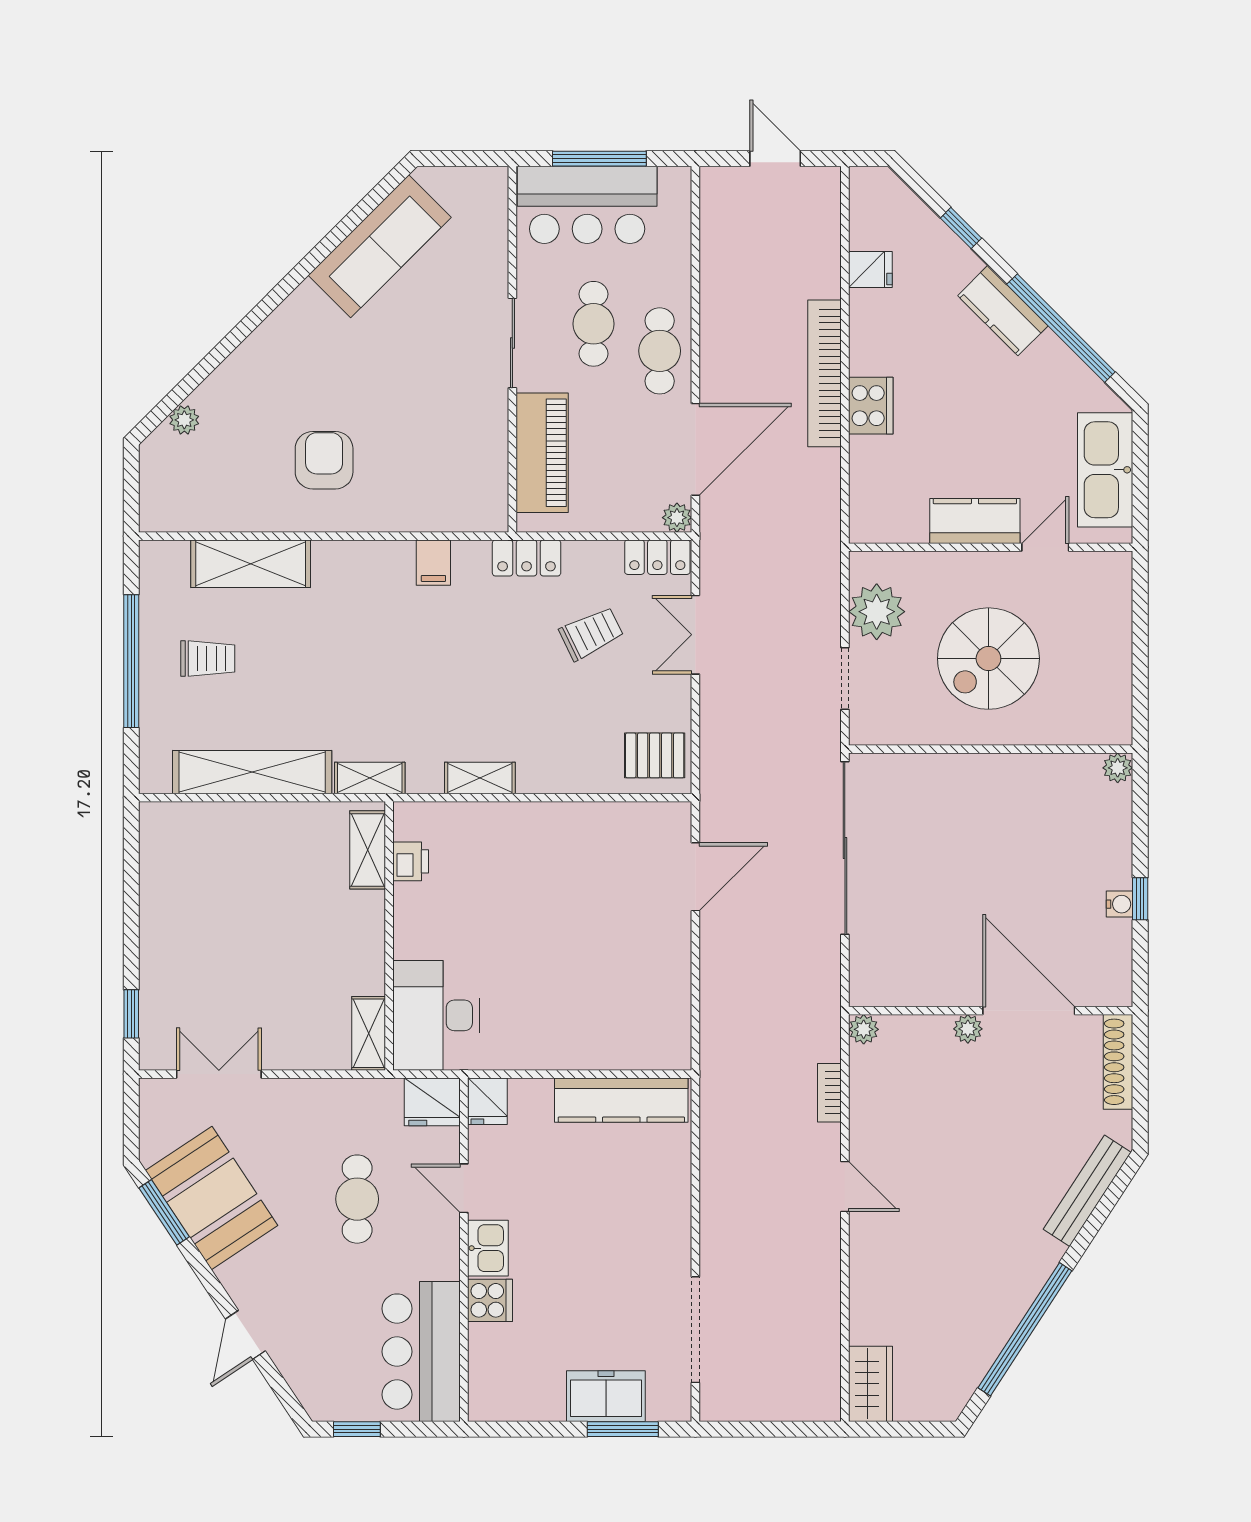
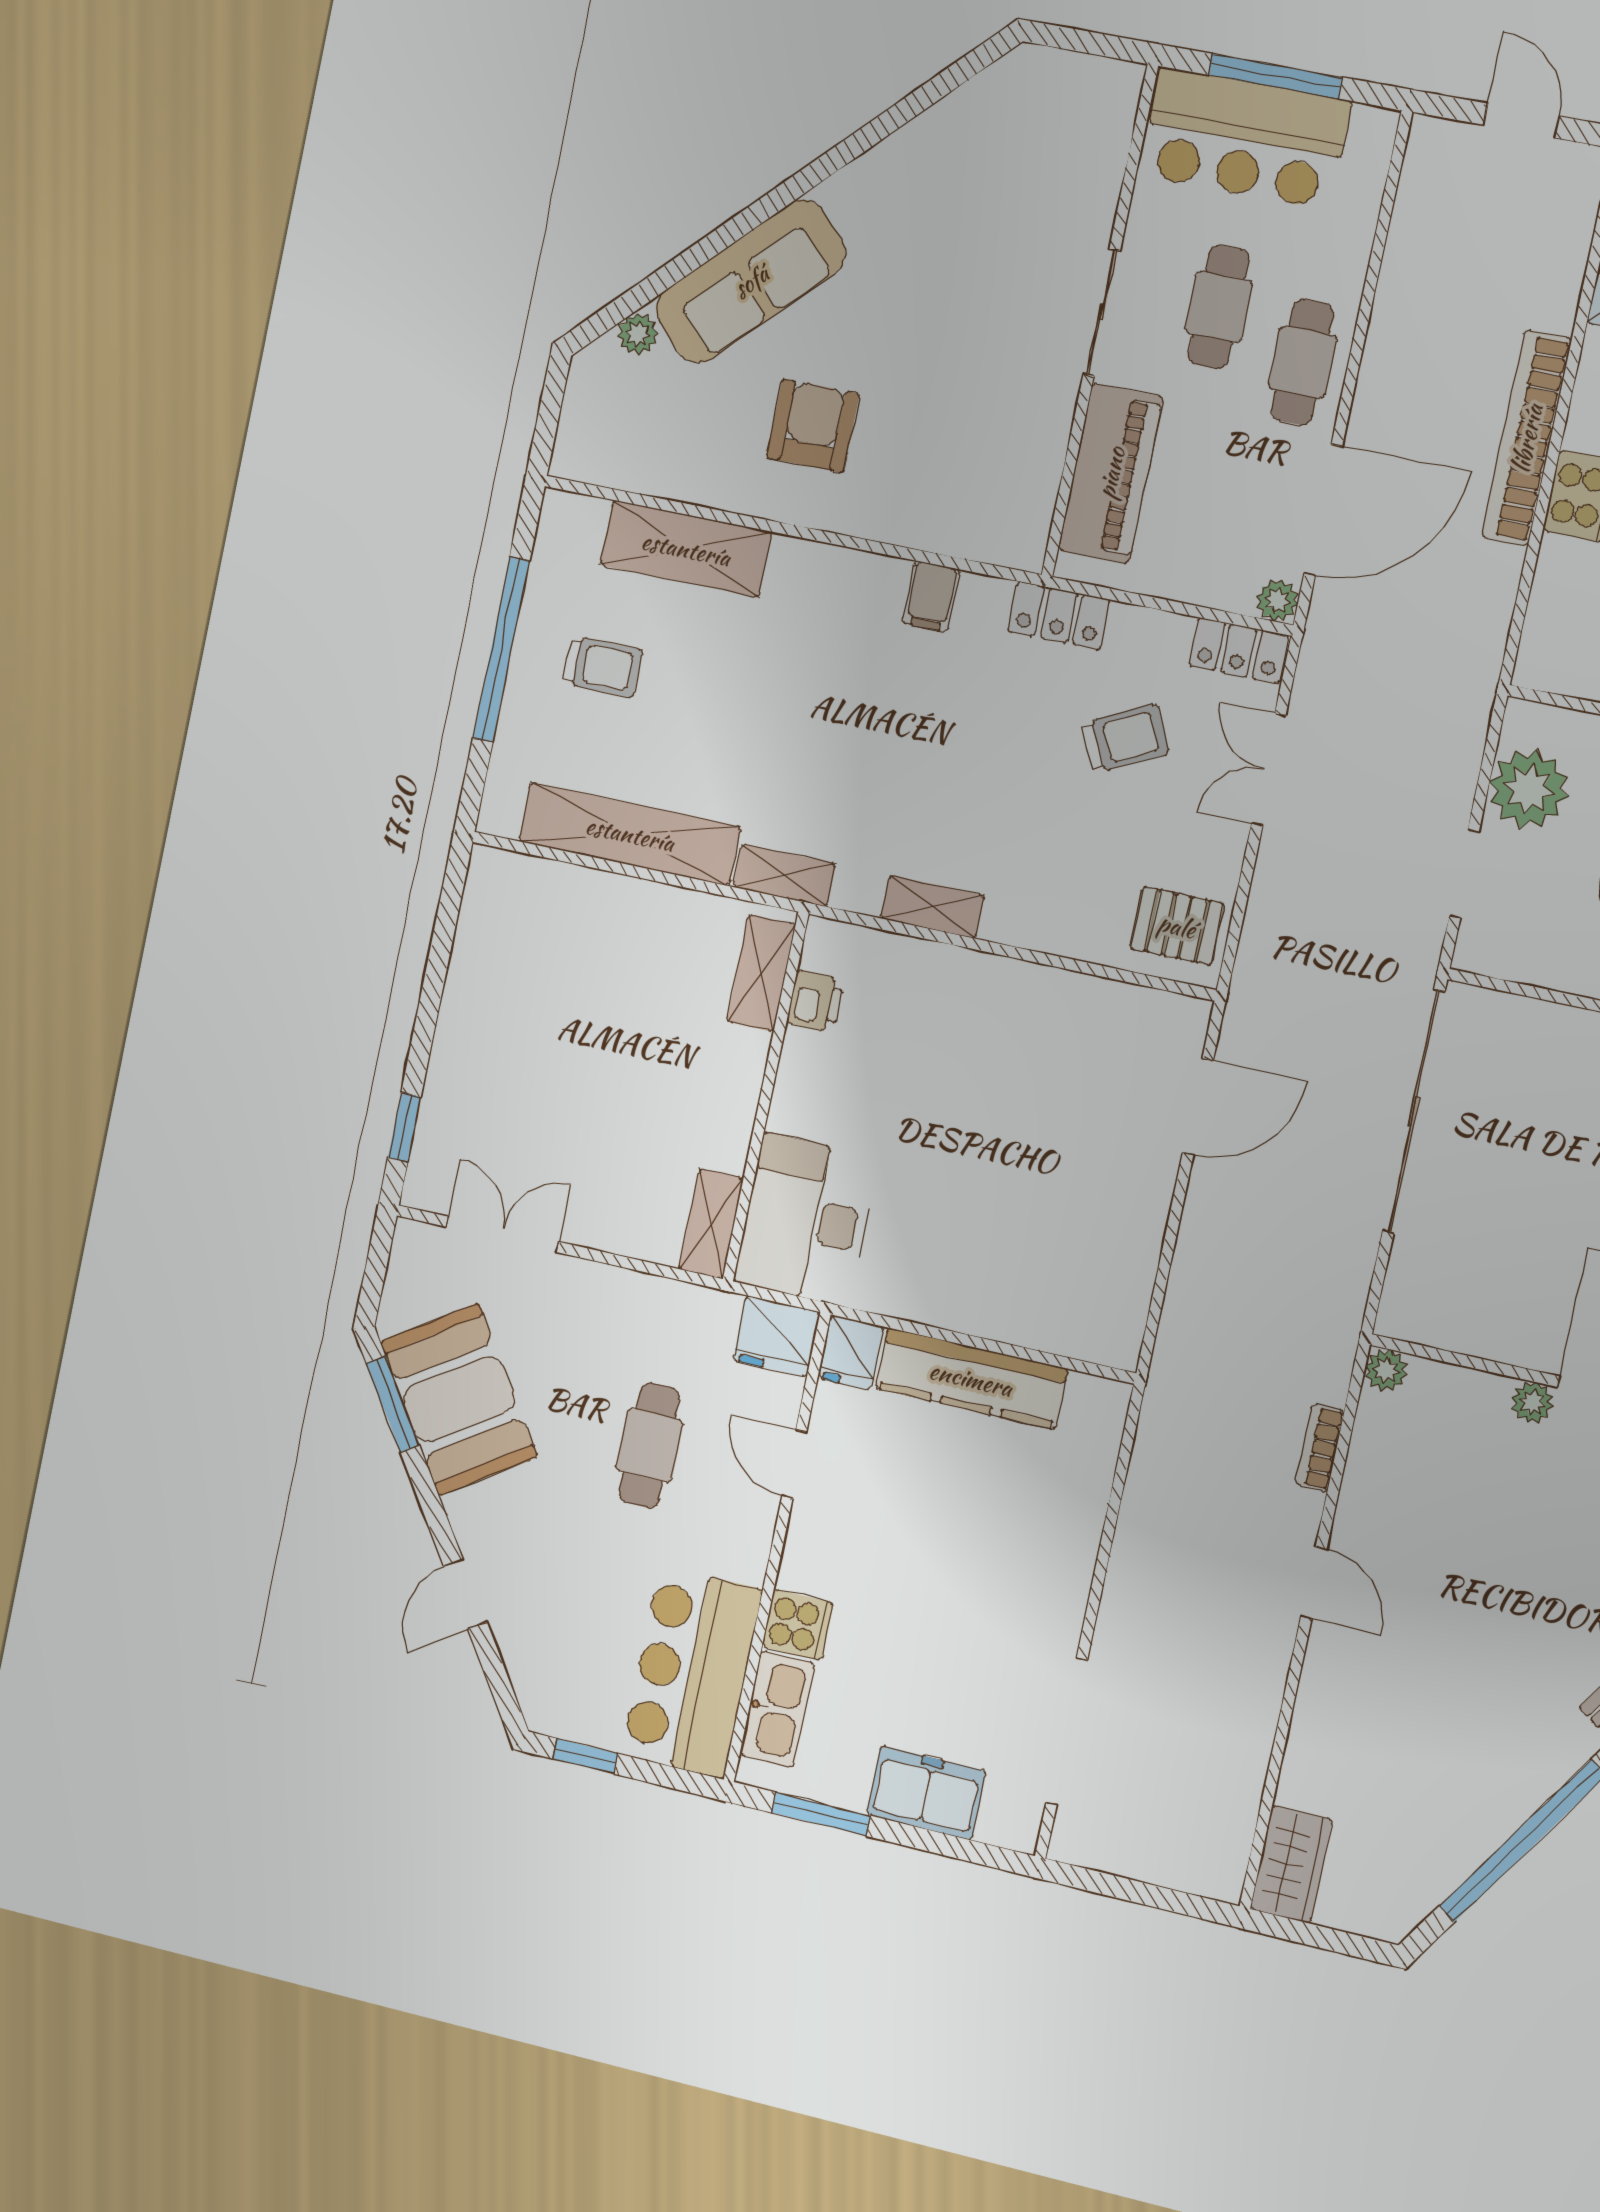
sofa: (380, 246) -> (751, 281), moved
kitchen counter: (621, 1100) -> (971, 1379), moved
kitchen sink: (488, 1248) -> (777, 1709), moved, width x1.38
window: (623, 1429) -> (821, 1814), moved

